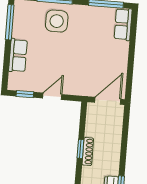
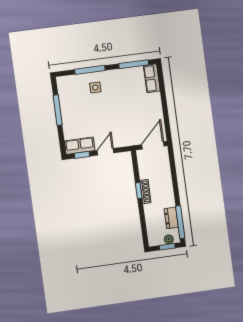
side table: (57, 21) -> (95, 88), width x0.54, depth x0.54
window: (10, 22) -> (58, 110), moved
row of seats: (18, 55) -> (80, 146), moved, turned -90

